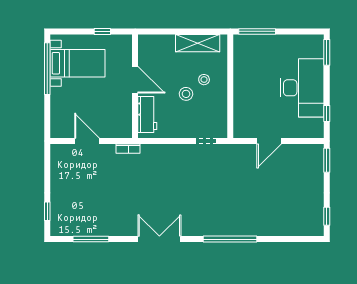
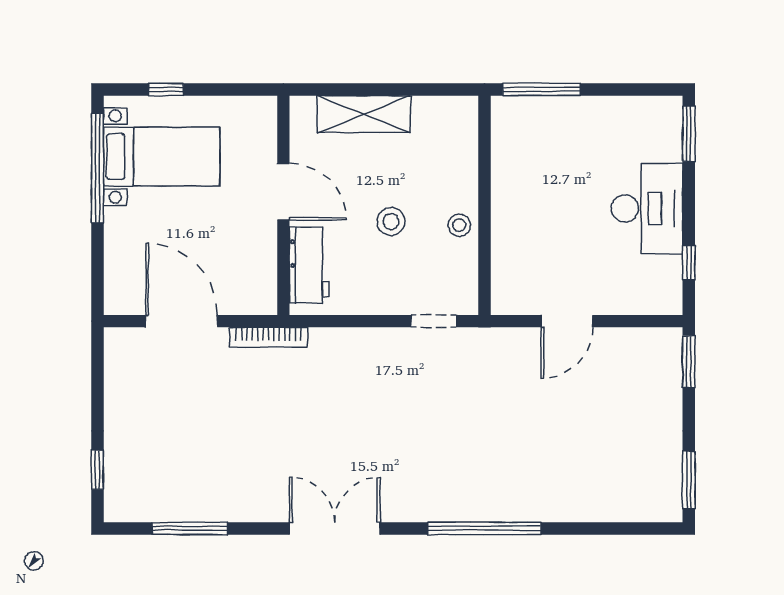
window: (102, 31) -> (166, 89), moved
shelving: (198, 43) -> (364, 114), moved
stool: (204, 80) -> (459, 225), moved
desk: (302, 88) -> (647, 209), width x0.73, depth x0.77
door: (87, 141) -> (182, 321), width x1.36
bookcase: (128, 149) -> (268, 337), width x1.56
window: (327, 216) -> (689, 480), width x1.50

